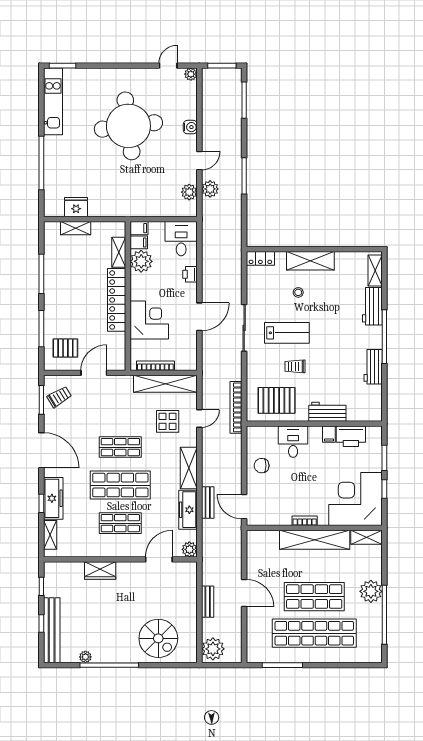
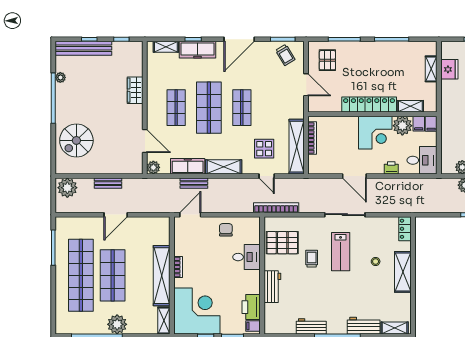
corner desk: (149, 320) -> (375, 133), moved
pallet: (277, 400) -> (282, 243), turned 90
filing cabinet: (329, 434) -> (253, 326), moved

